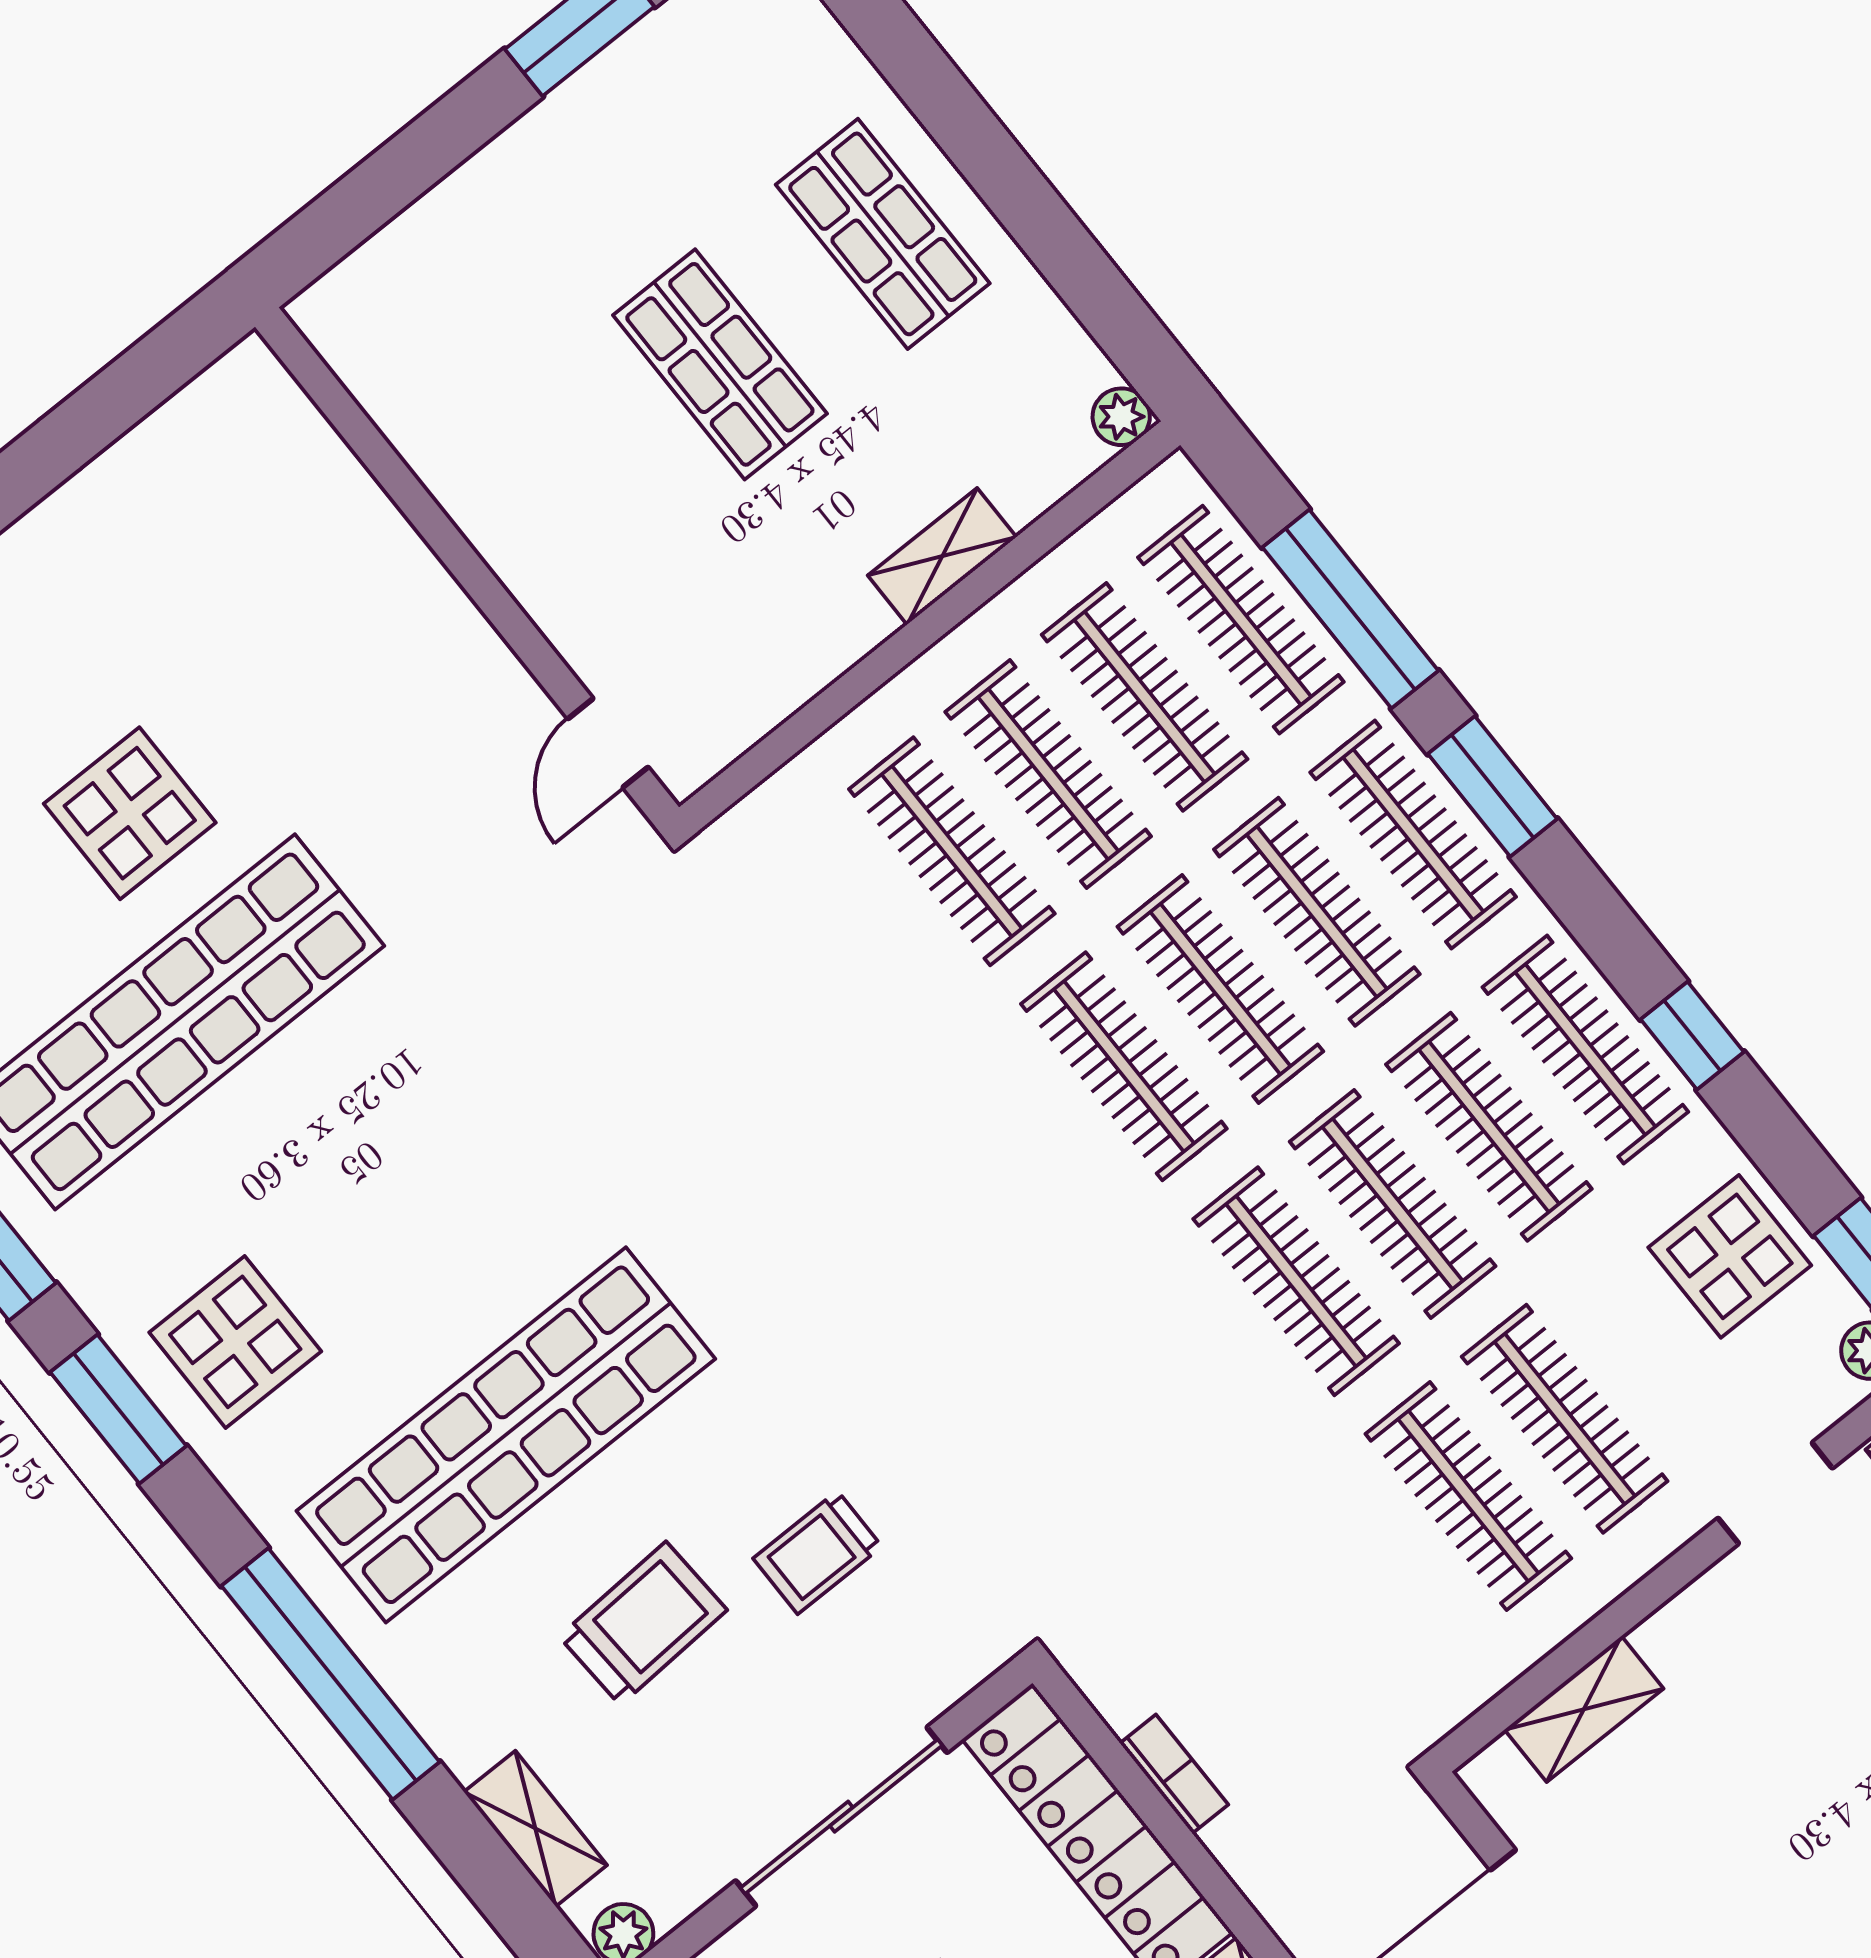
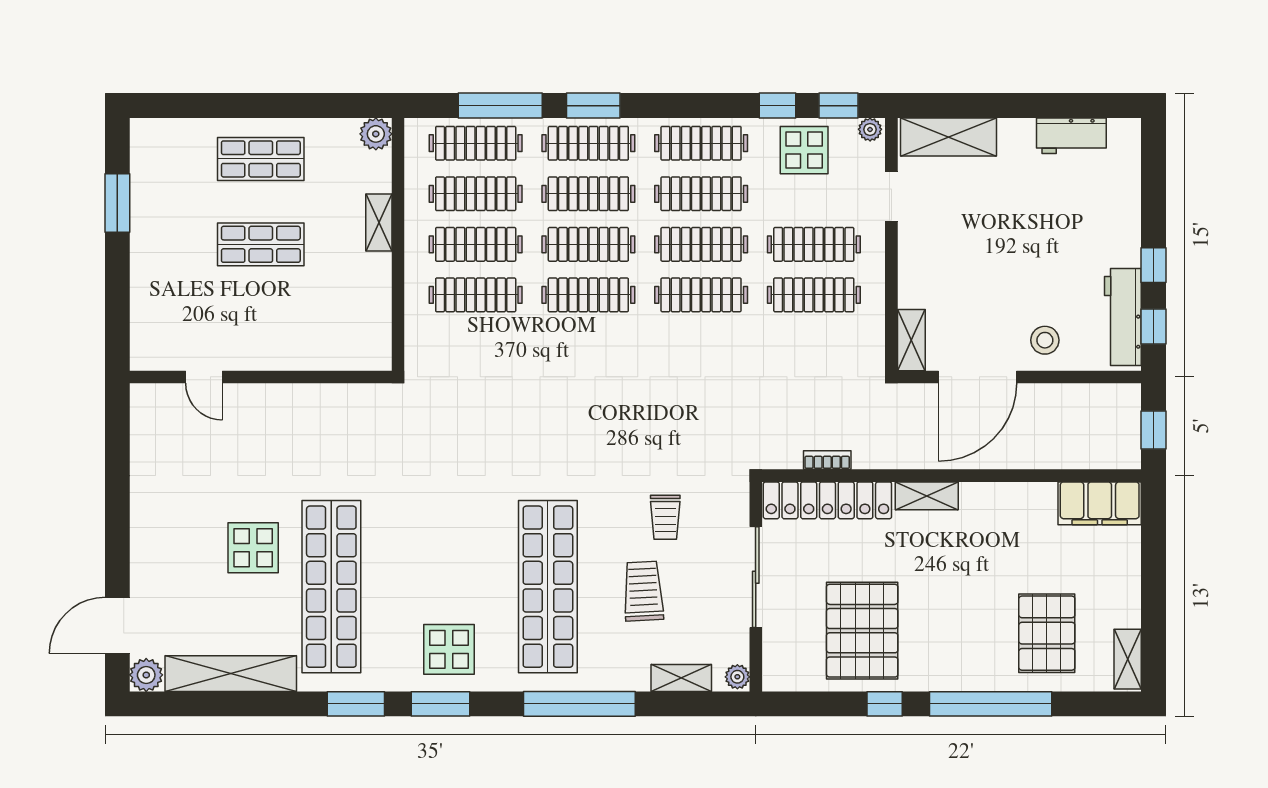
plant: (1121, 417) -> (376, 134), width x1.38, depth x1.38
door: (608, 743) -> (204, 377), moved
window: (1692, 1036) -> (778, 106), moved
shelving: (1584, 1709) -> (911, 340), moved

